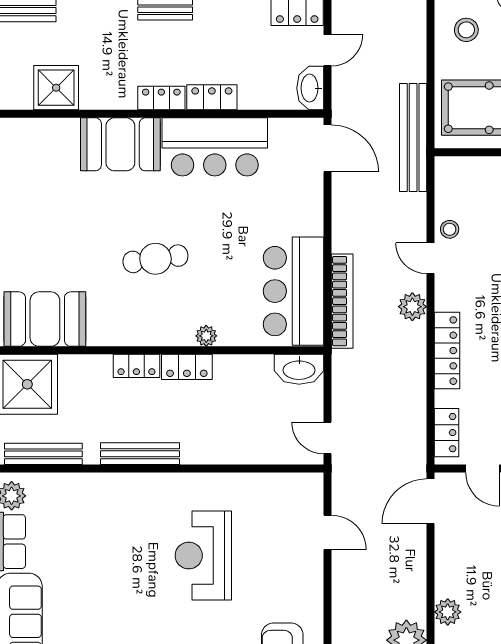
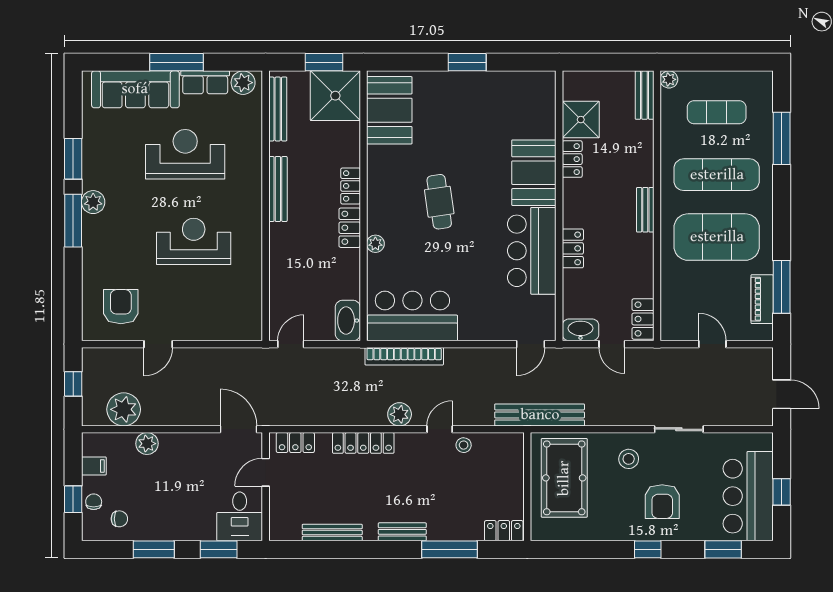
locker: (161, 98) -> (572, 159), moved
door: (328, 148) -> (530, 344), width x0.73
door: (328, 532) -> (158, 344), moved
reception desk: (98, 566) -> (185, 154), added

